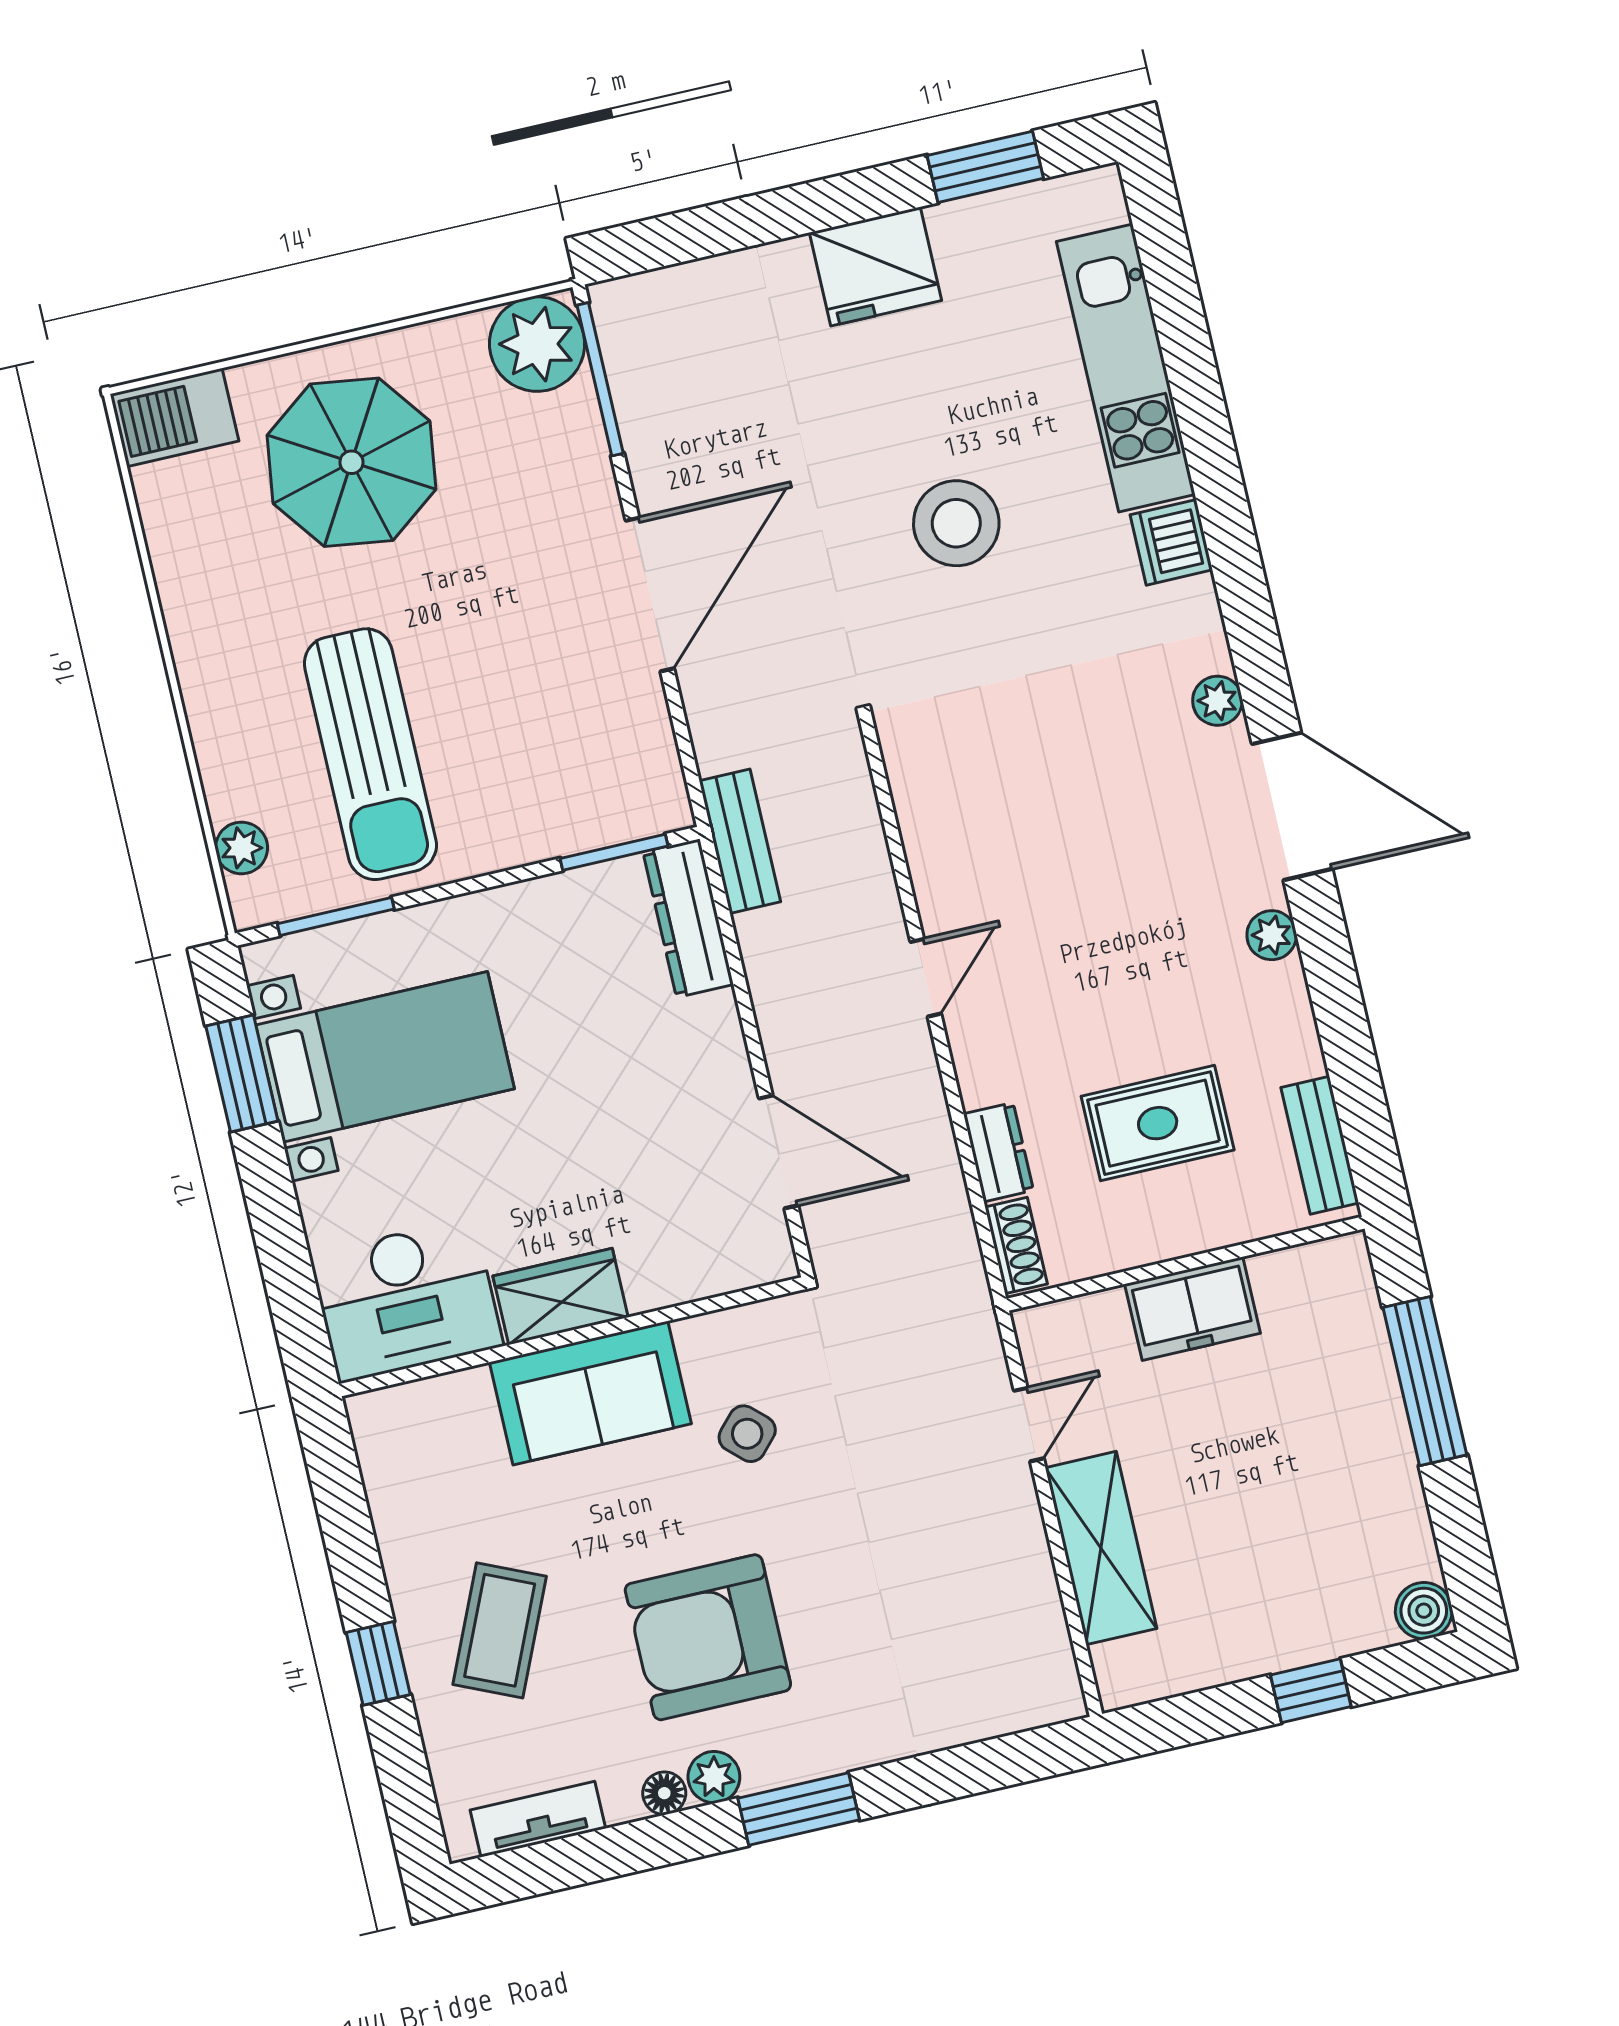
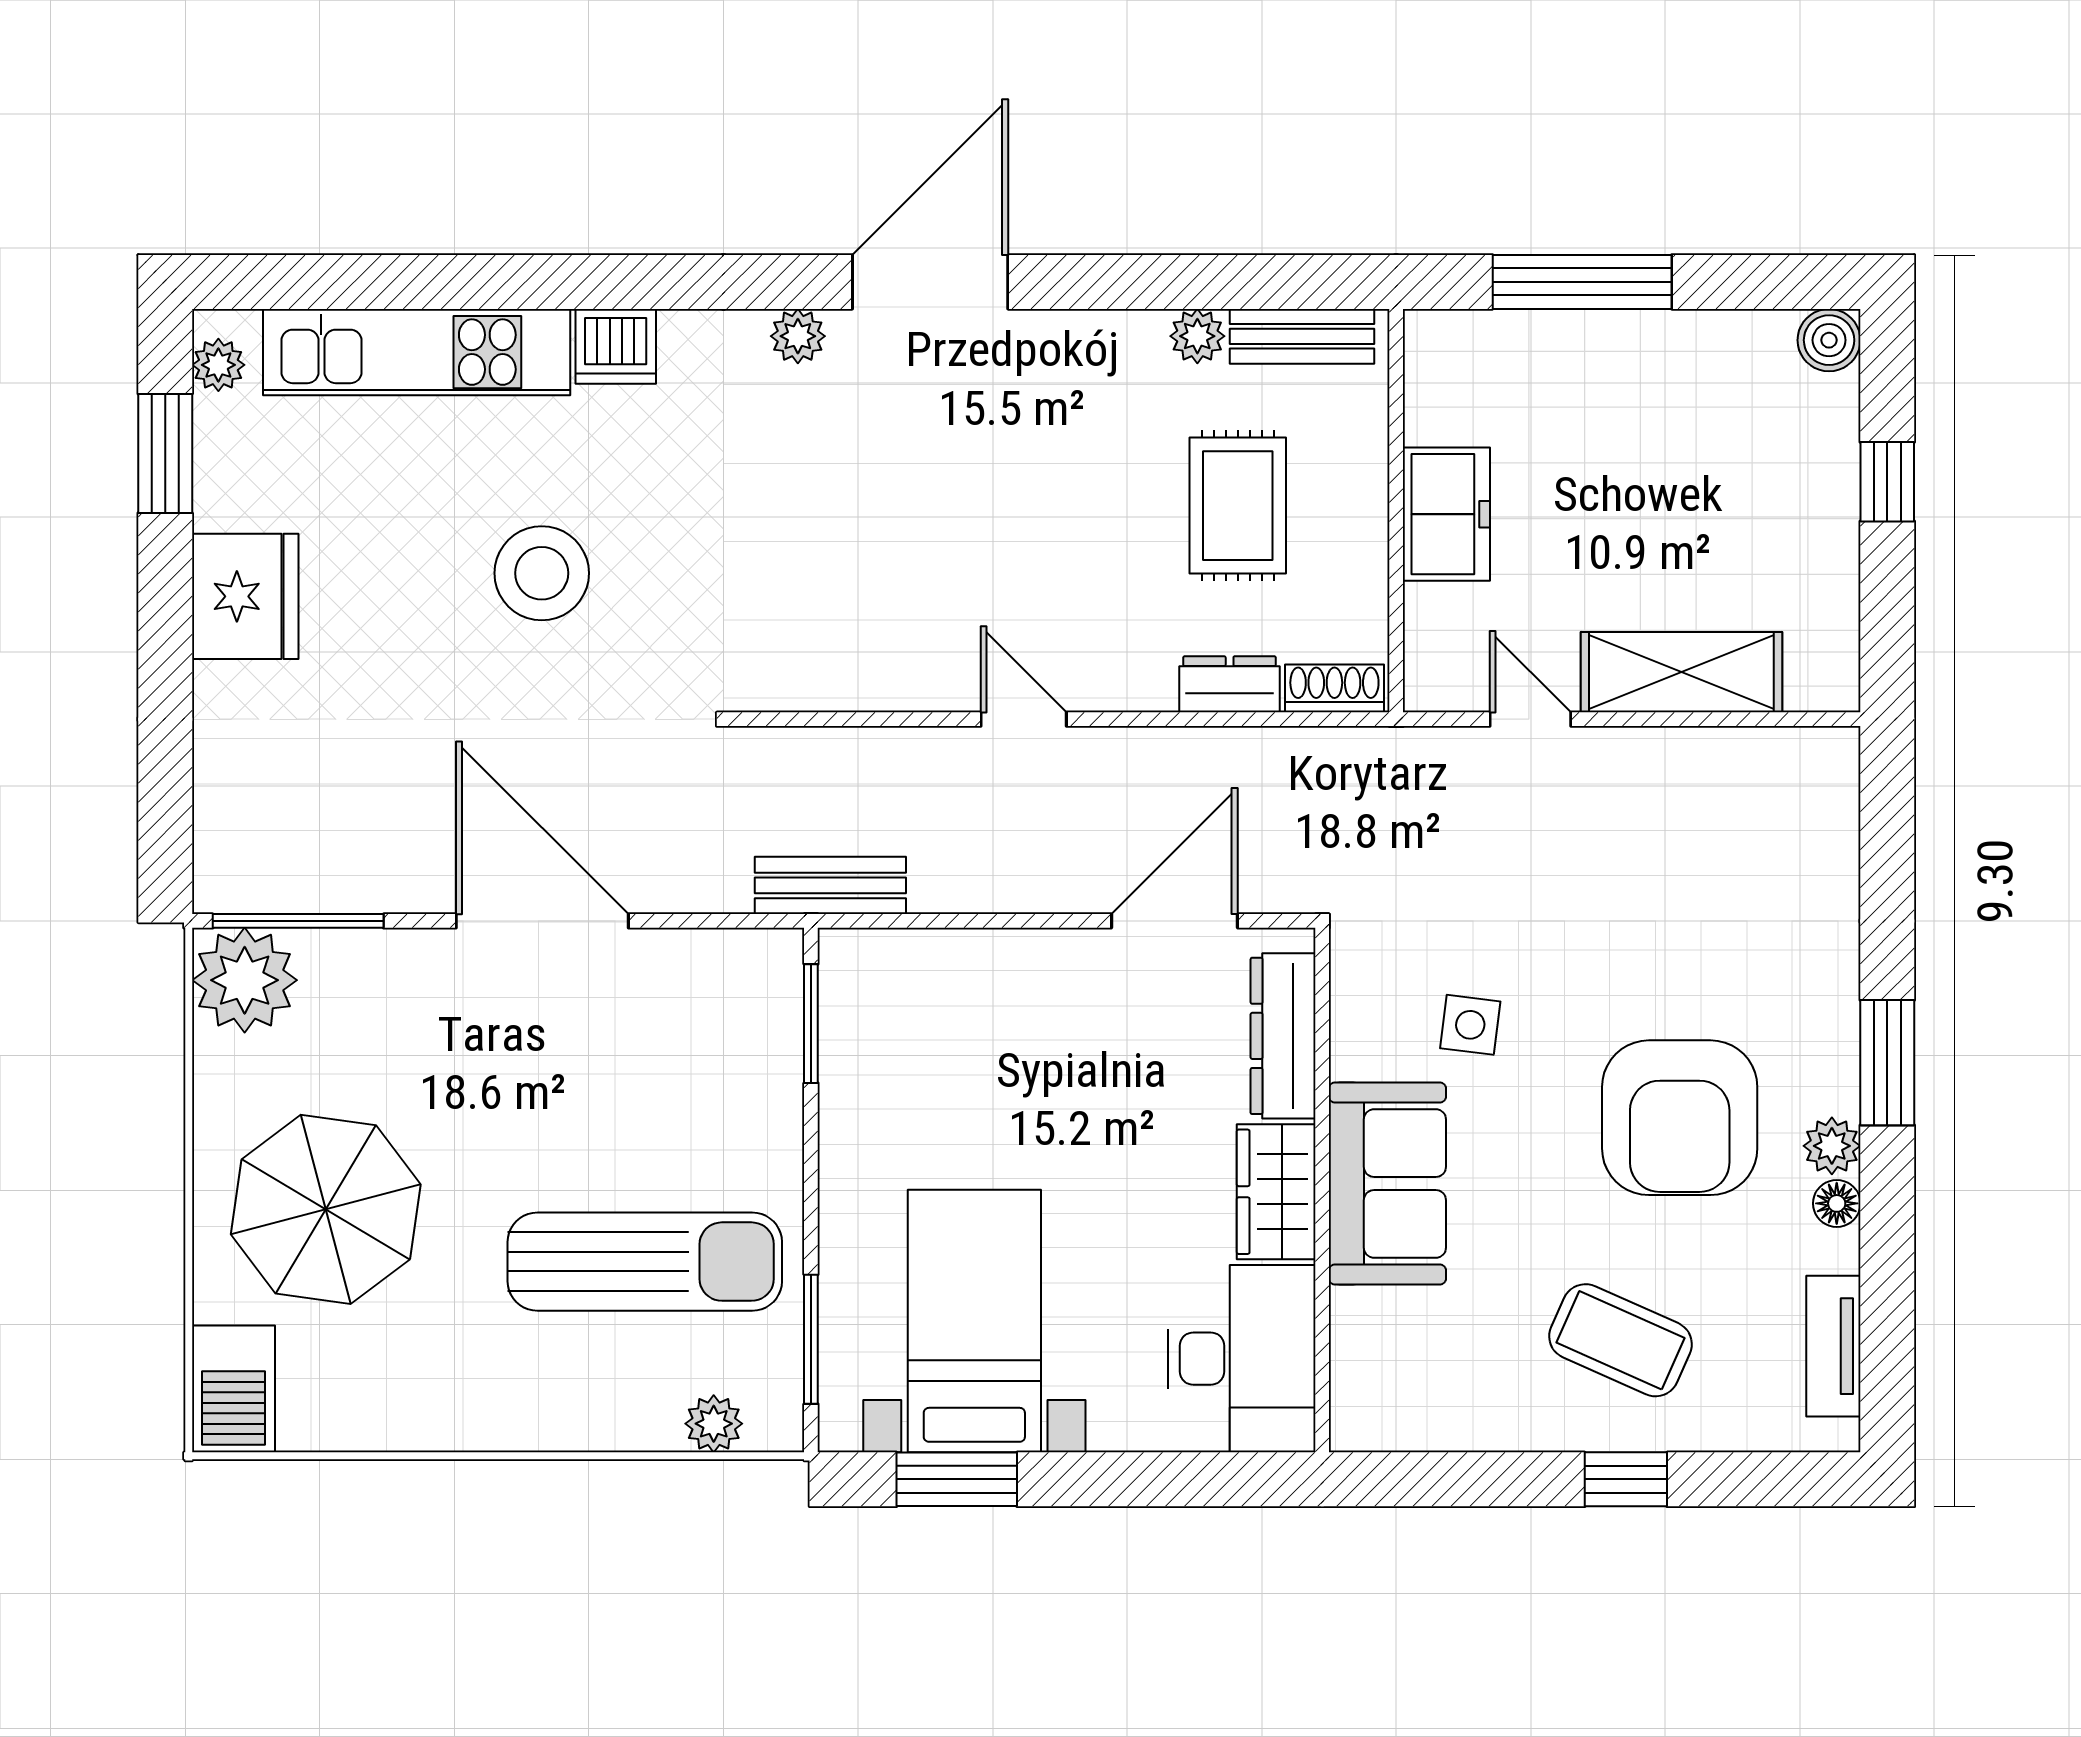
plant: (1074, 196) -> (218, 365), added
dresser: (688, 918) -> (1283, 1036), moved, turned 90
plant: (1272, 935) -> (1197, 336), moved
side table: (747, 1434) -> (1470, 1025), turned -36

